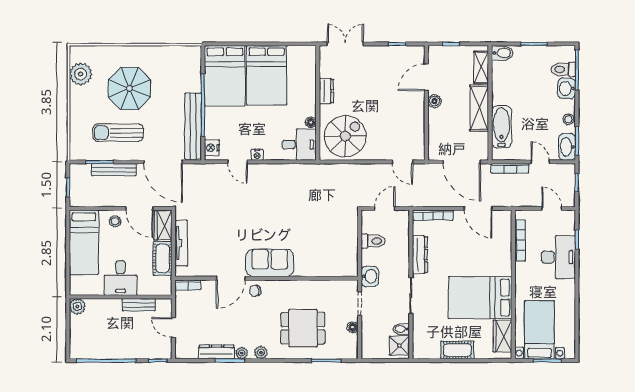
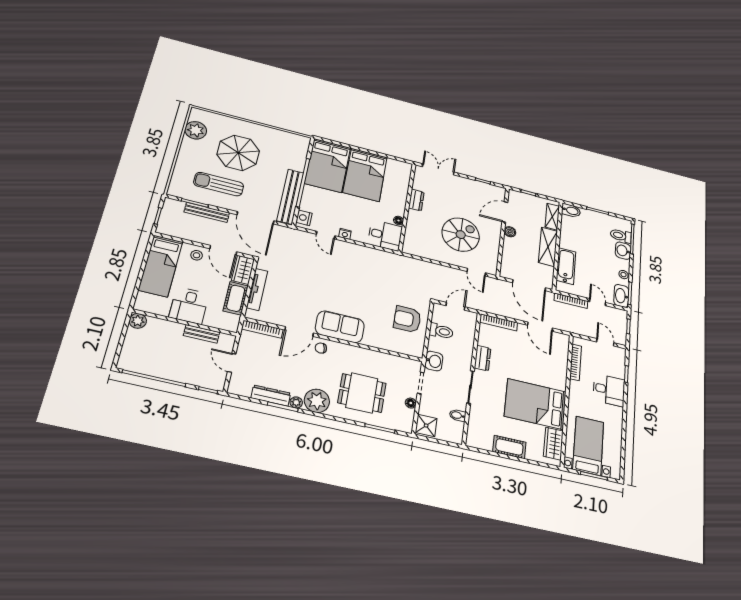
spiral stairs: (345, 136) -> (461, 235), moved
armchair: (336, 237) -> (407, 319), added
dresser: (420, 255) -> (482, 358), width x0.70
desk: (558, 257) -> (609, 390), width x0.73
bookcase: (188, 285) -> (262, 329), width x1.56
shower: (399, 346) -> (426, 426), moved
plant: (261, 352) -> (317, 401), width x1.88, depth x1.88

